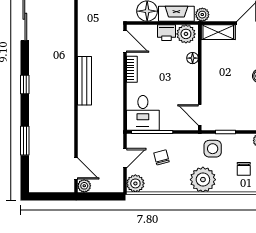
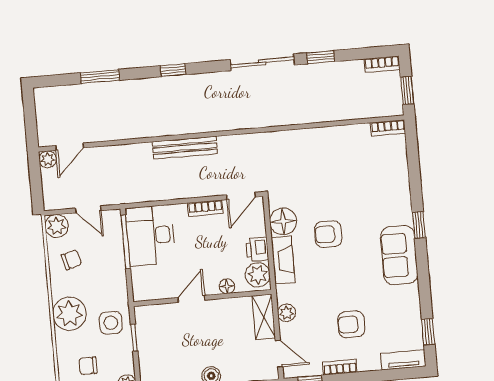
plant: (202, 15) -> (287, 313), moved
desk: (143, 113) -> (150, 236), width x1.37
door: (200, 115) -> (191, 299), moved
chair: (161, 157) -> (72, 260), moved

